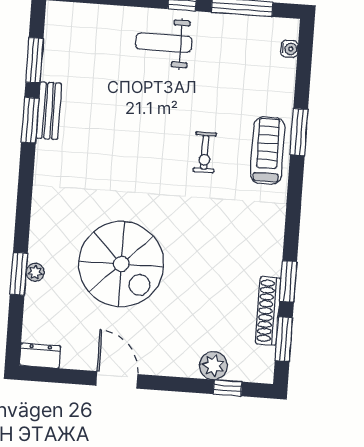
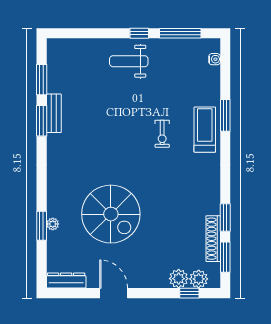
dresser: (40, 356) -> (66, 280), width x1.44
plant: (243, 368) -> (199, 279), added

